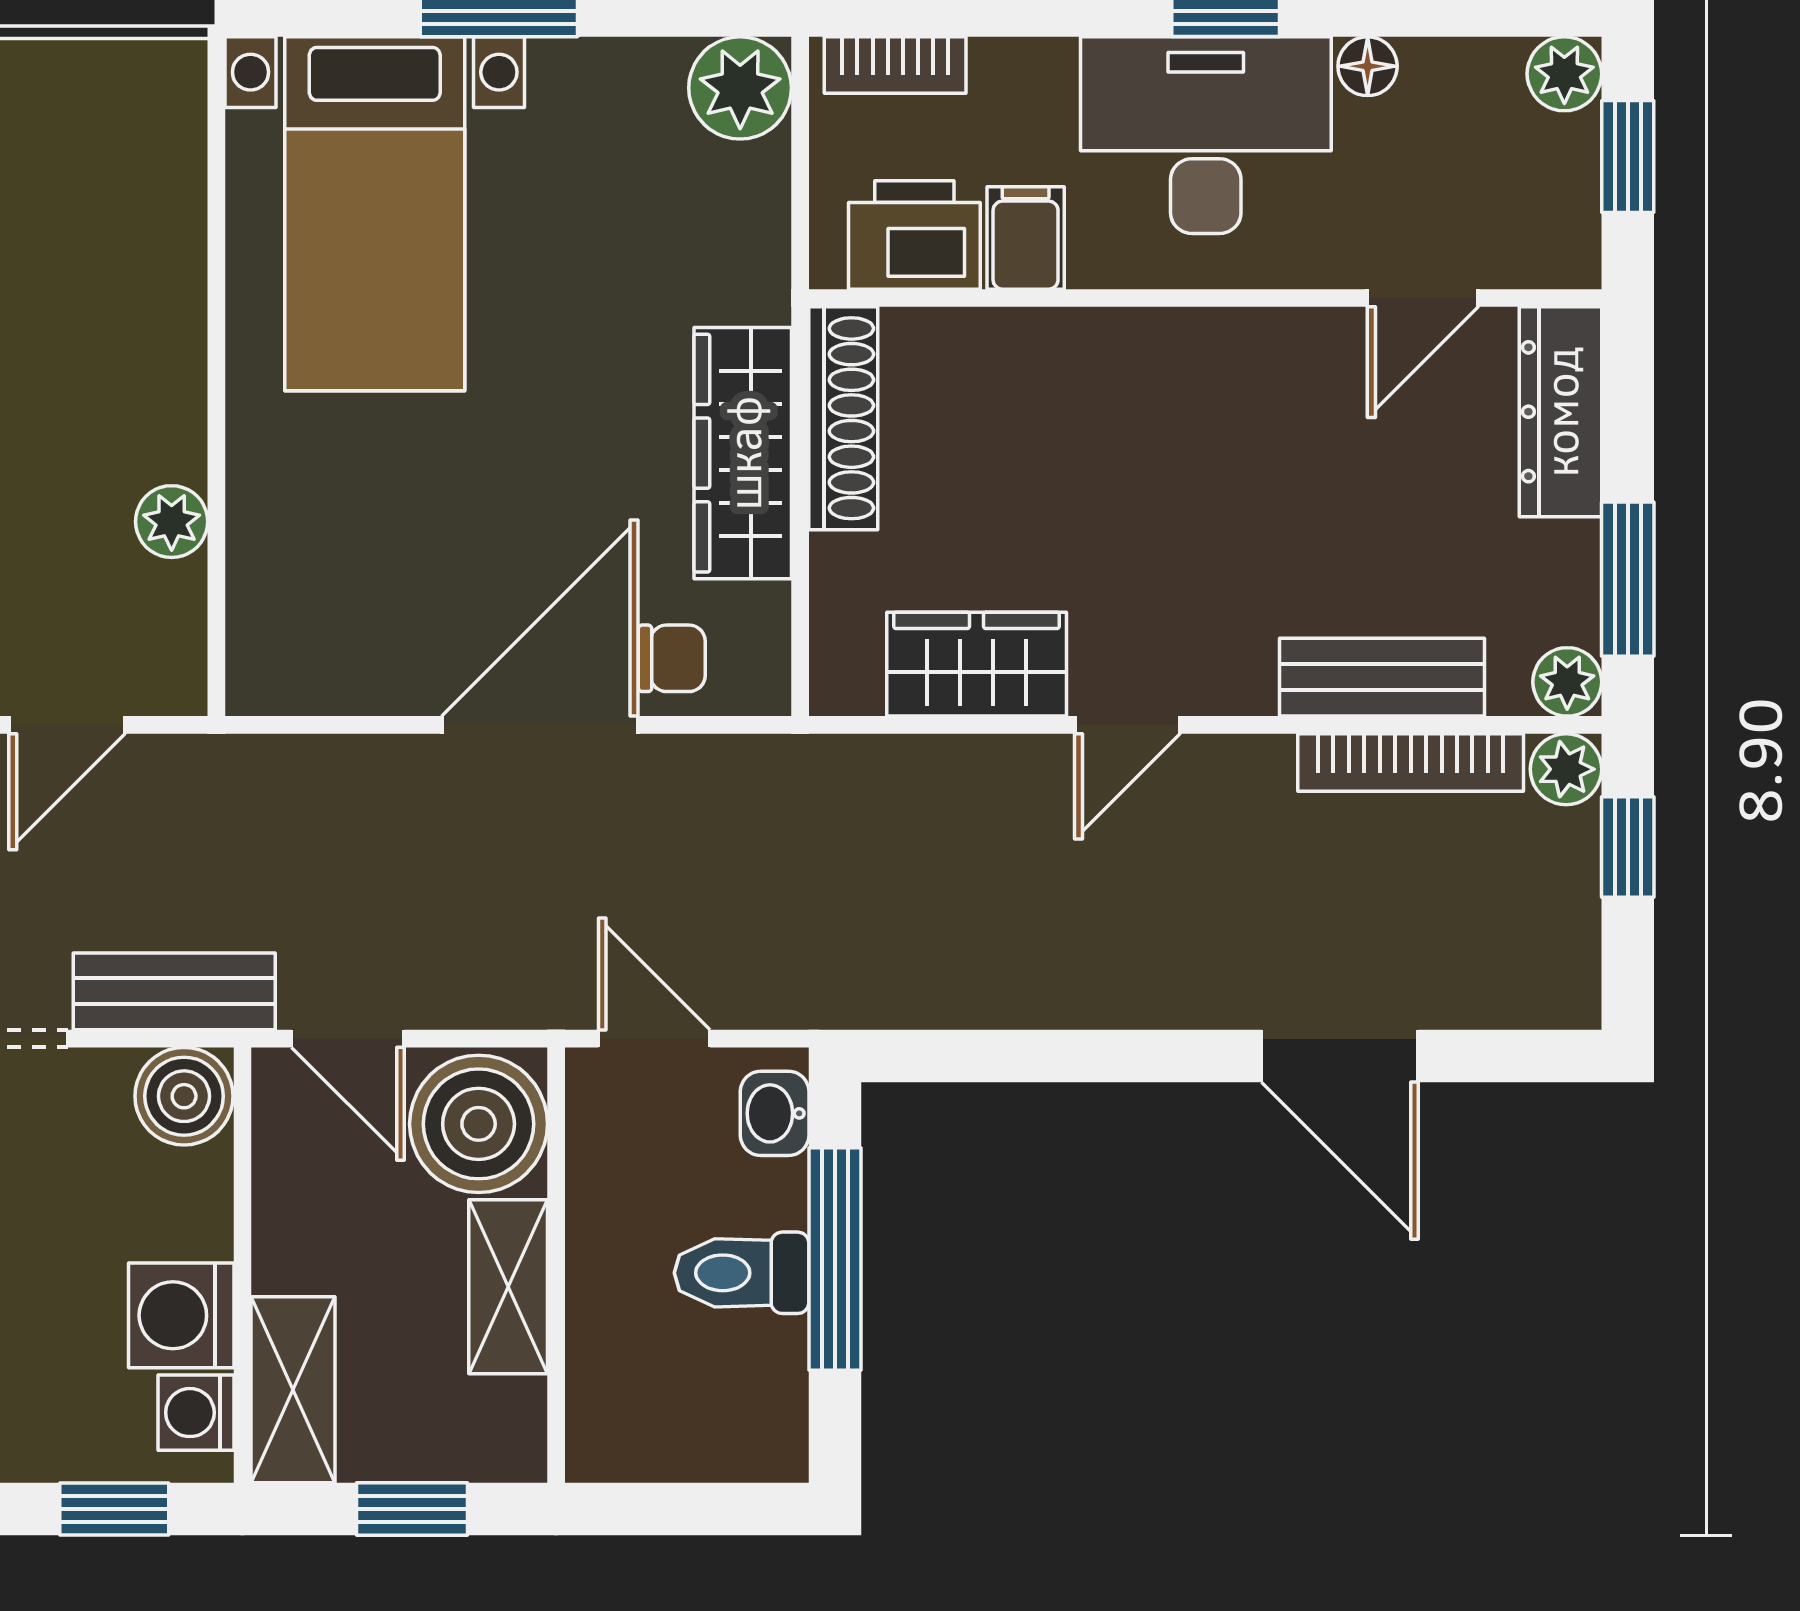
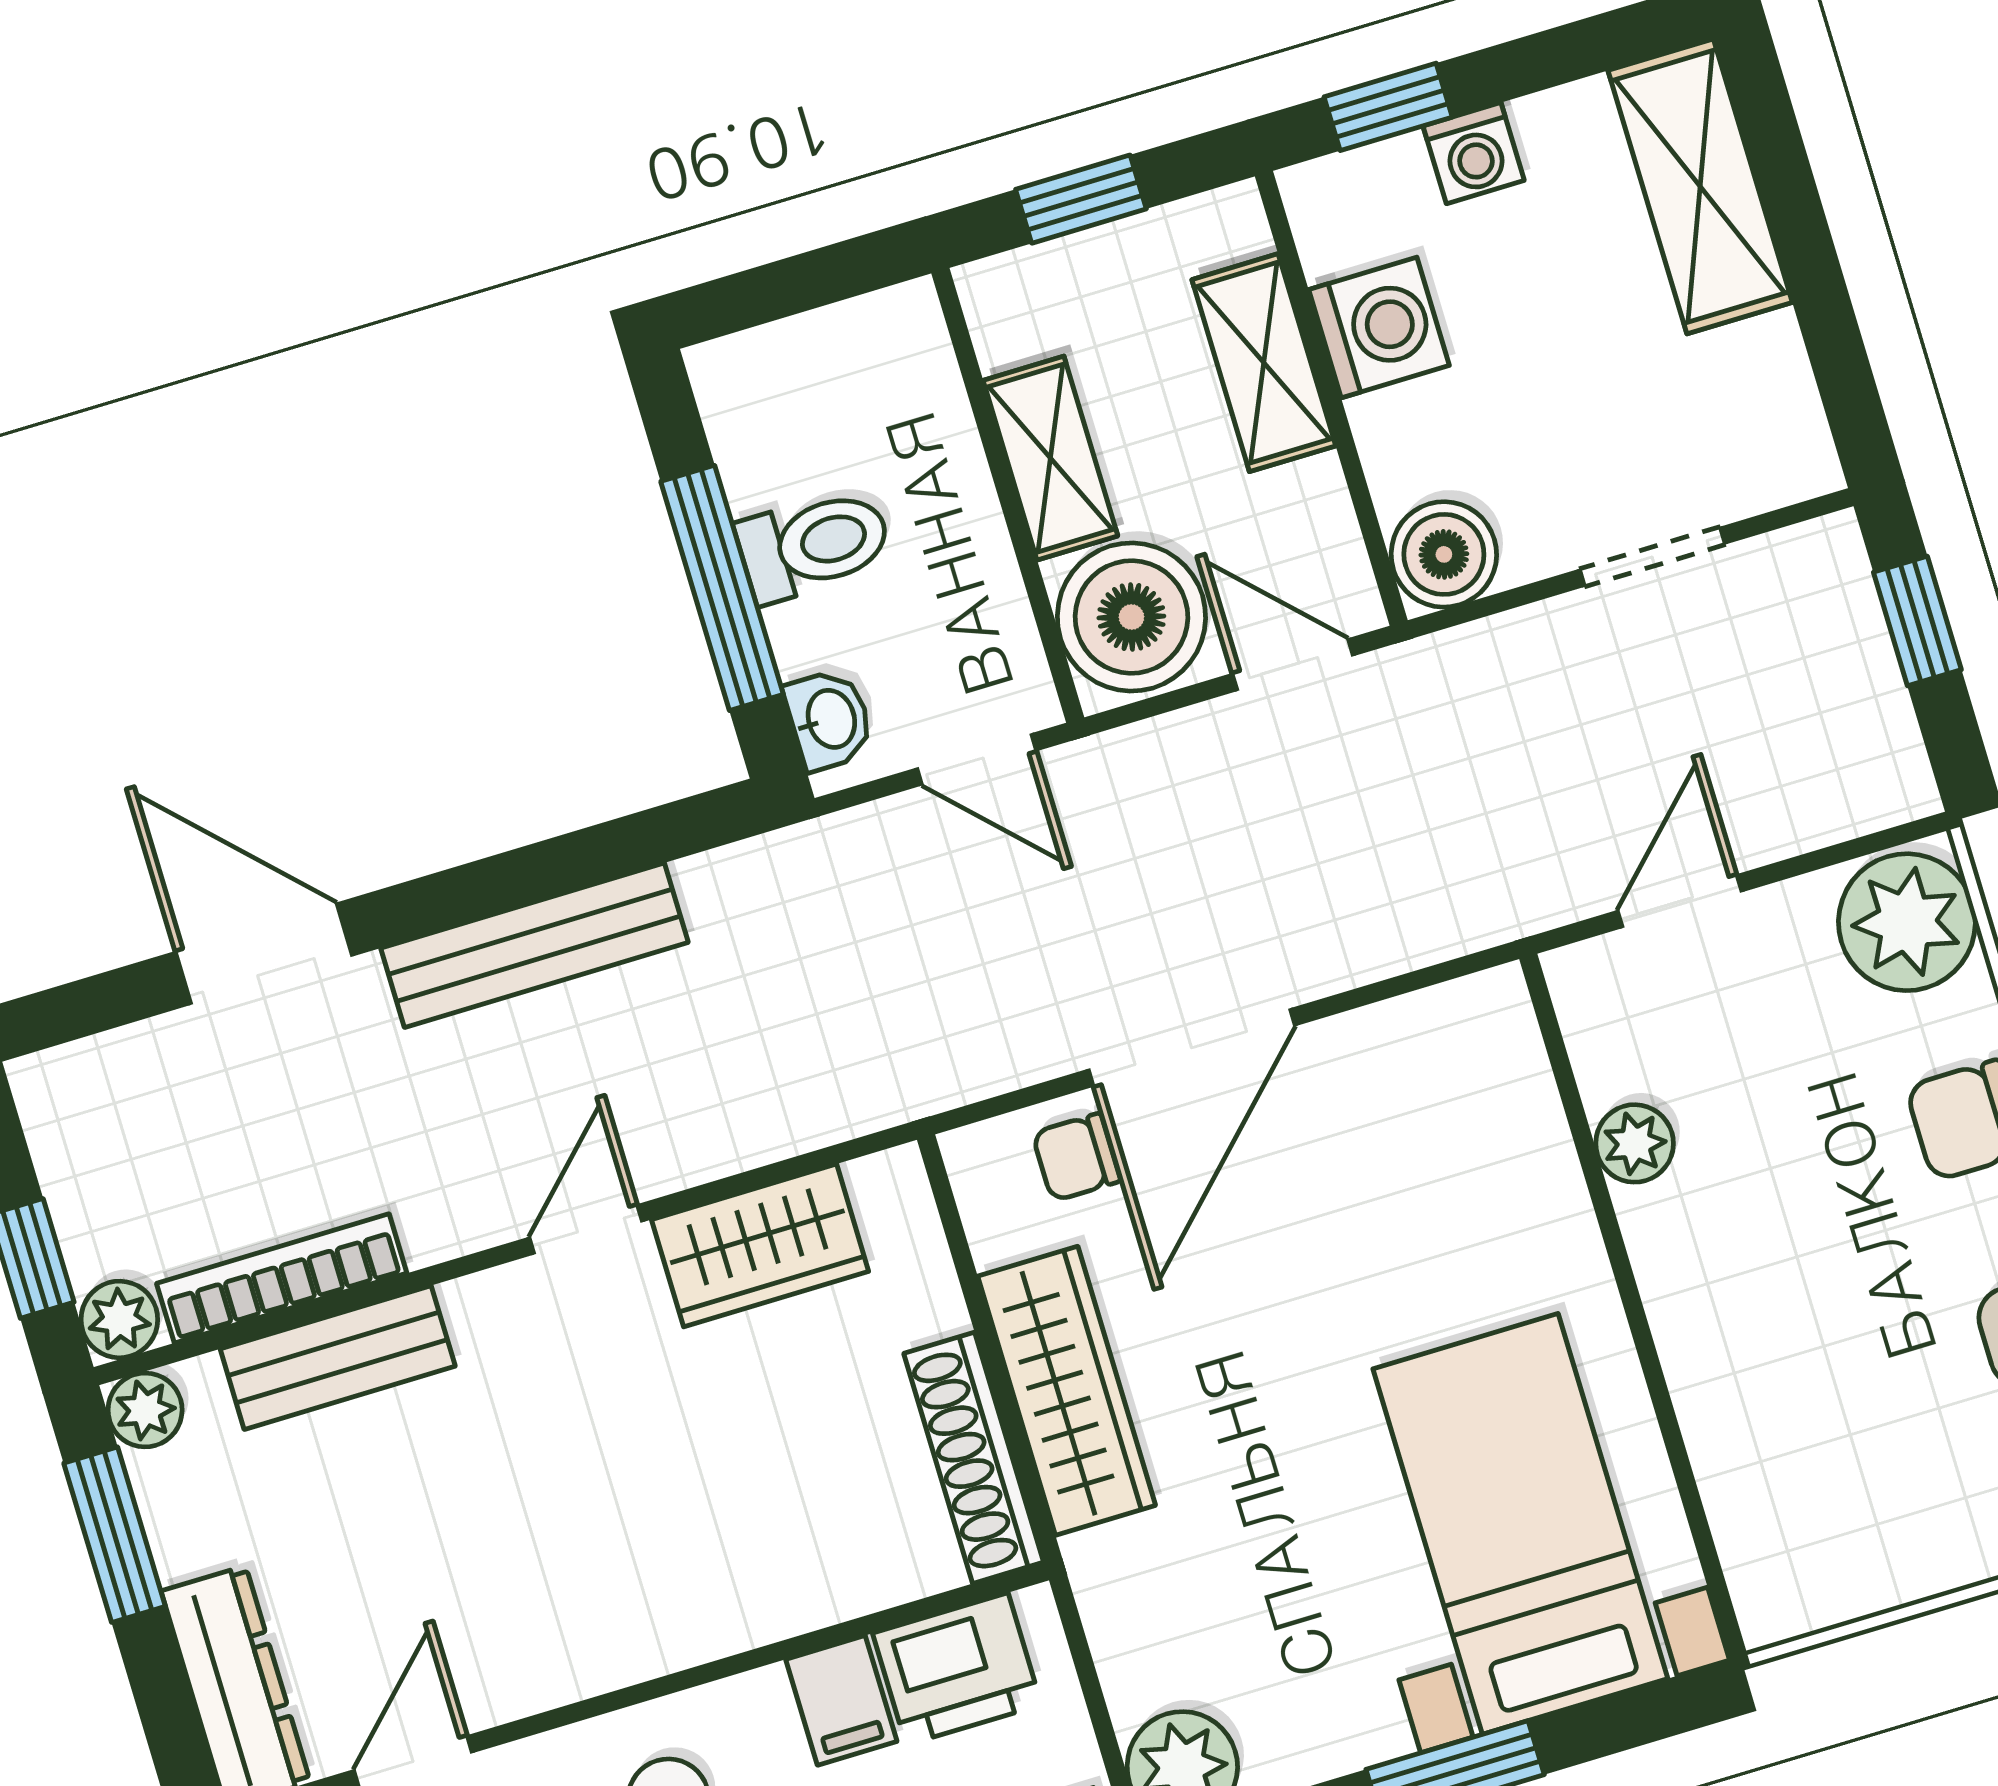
bench: (174, 991) -> (534, 945), moved, width x1.36
shelving: (293, 1390) -> (1264, 363), moved
washing machine: (196, 1413) -> (1474, 153), moved, turned 90

